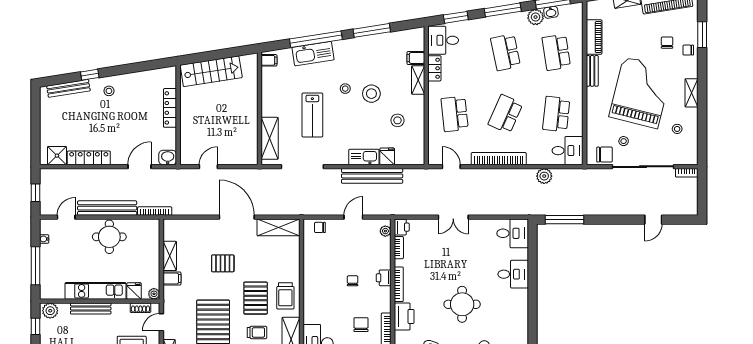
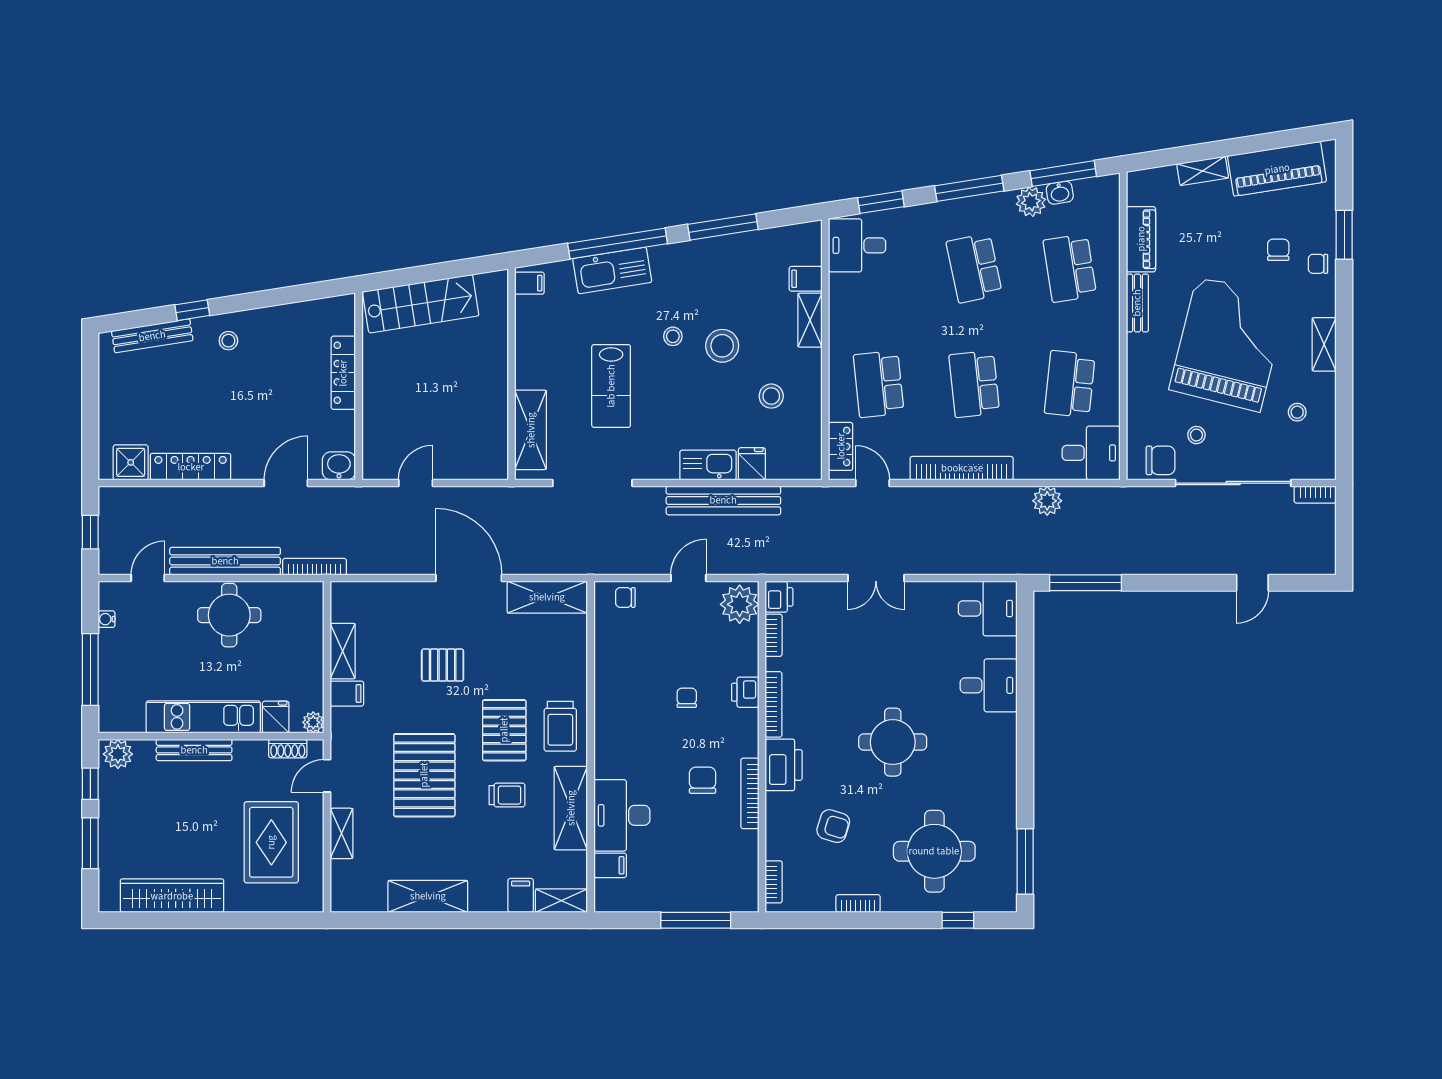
locker: (434, 68) -> (841, 446), moved
school desk: (505, 114) -> (974, 384), turned -30
plant: (385, 231) -> (740, 604), width x1.88, depth x1.88

